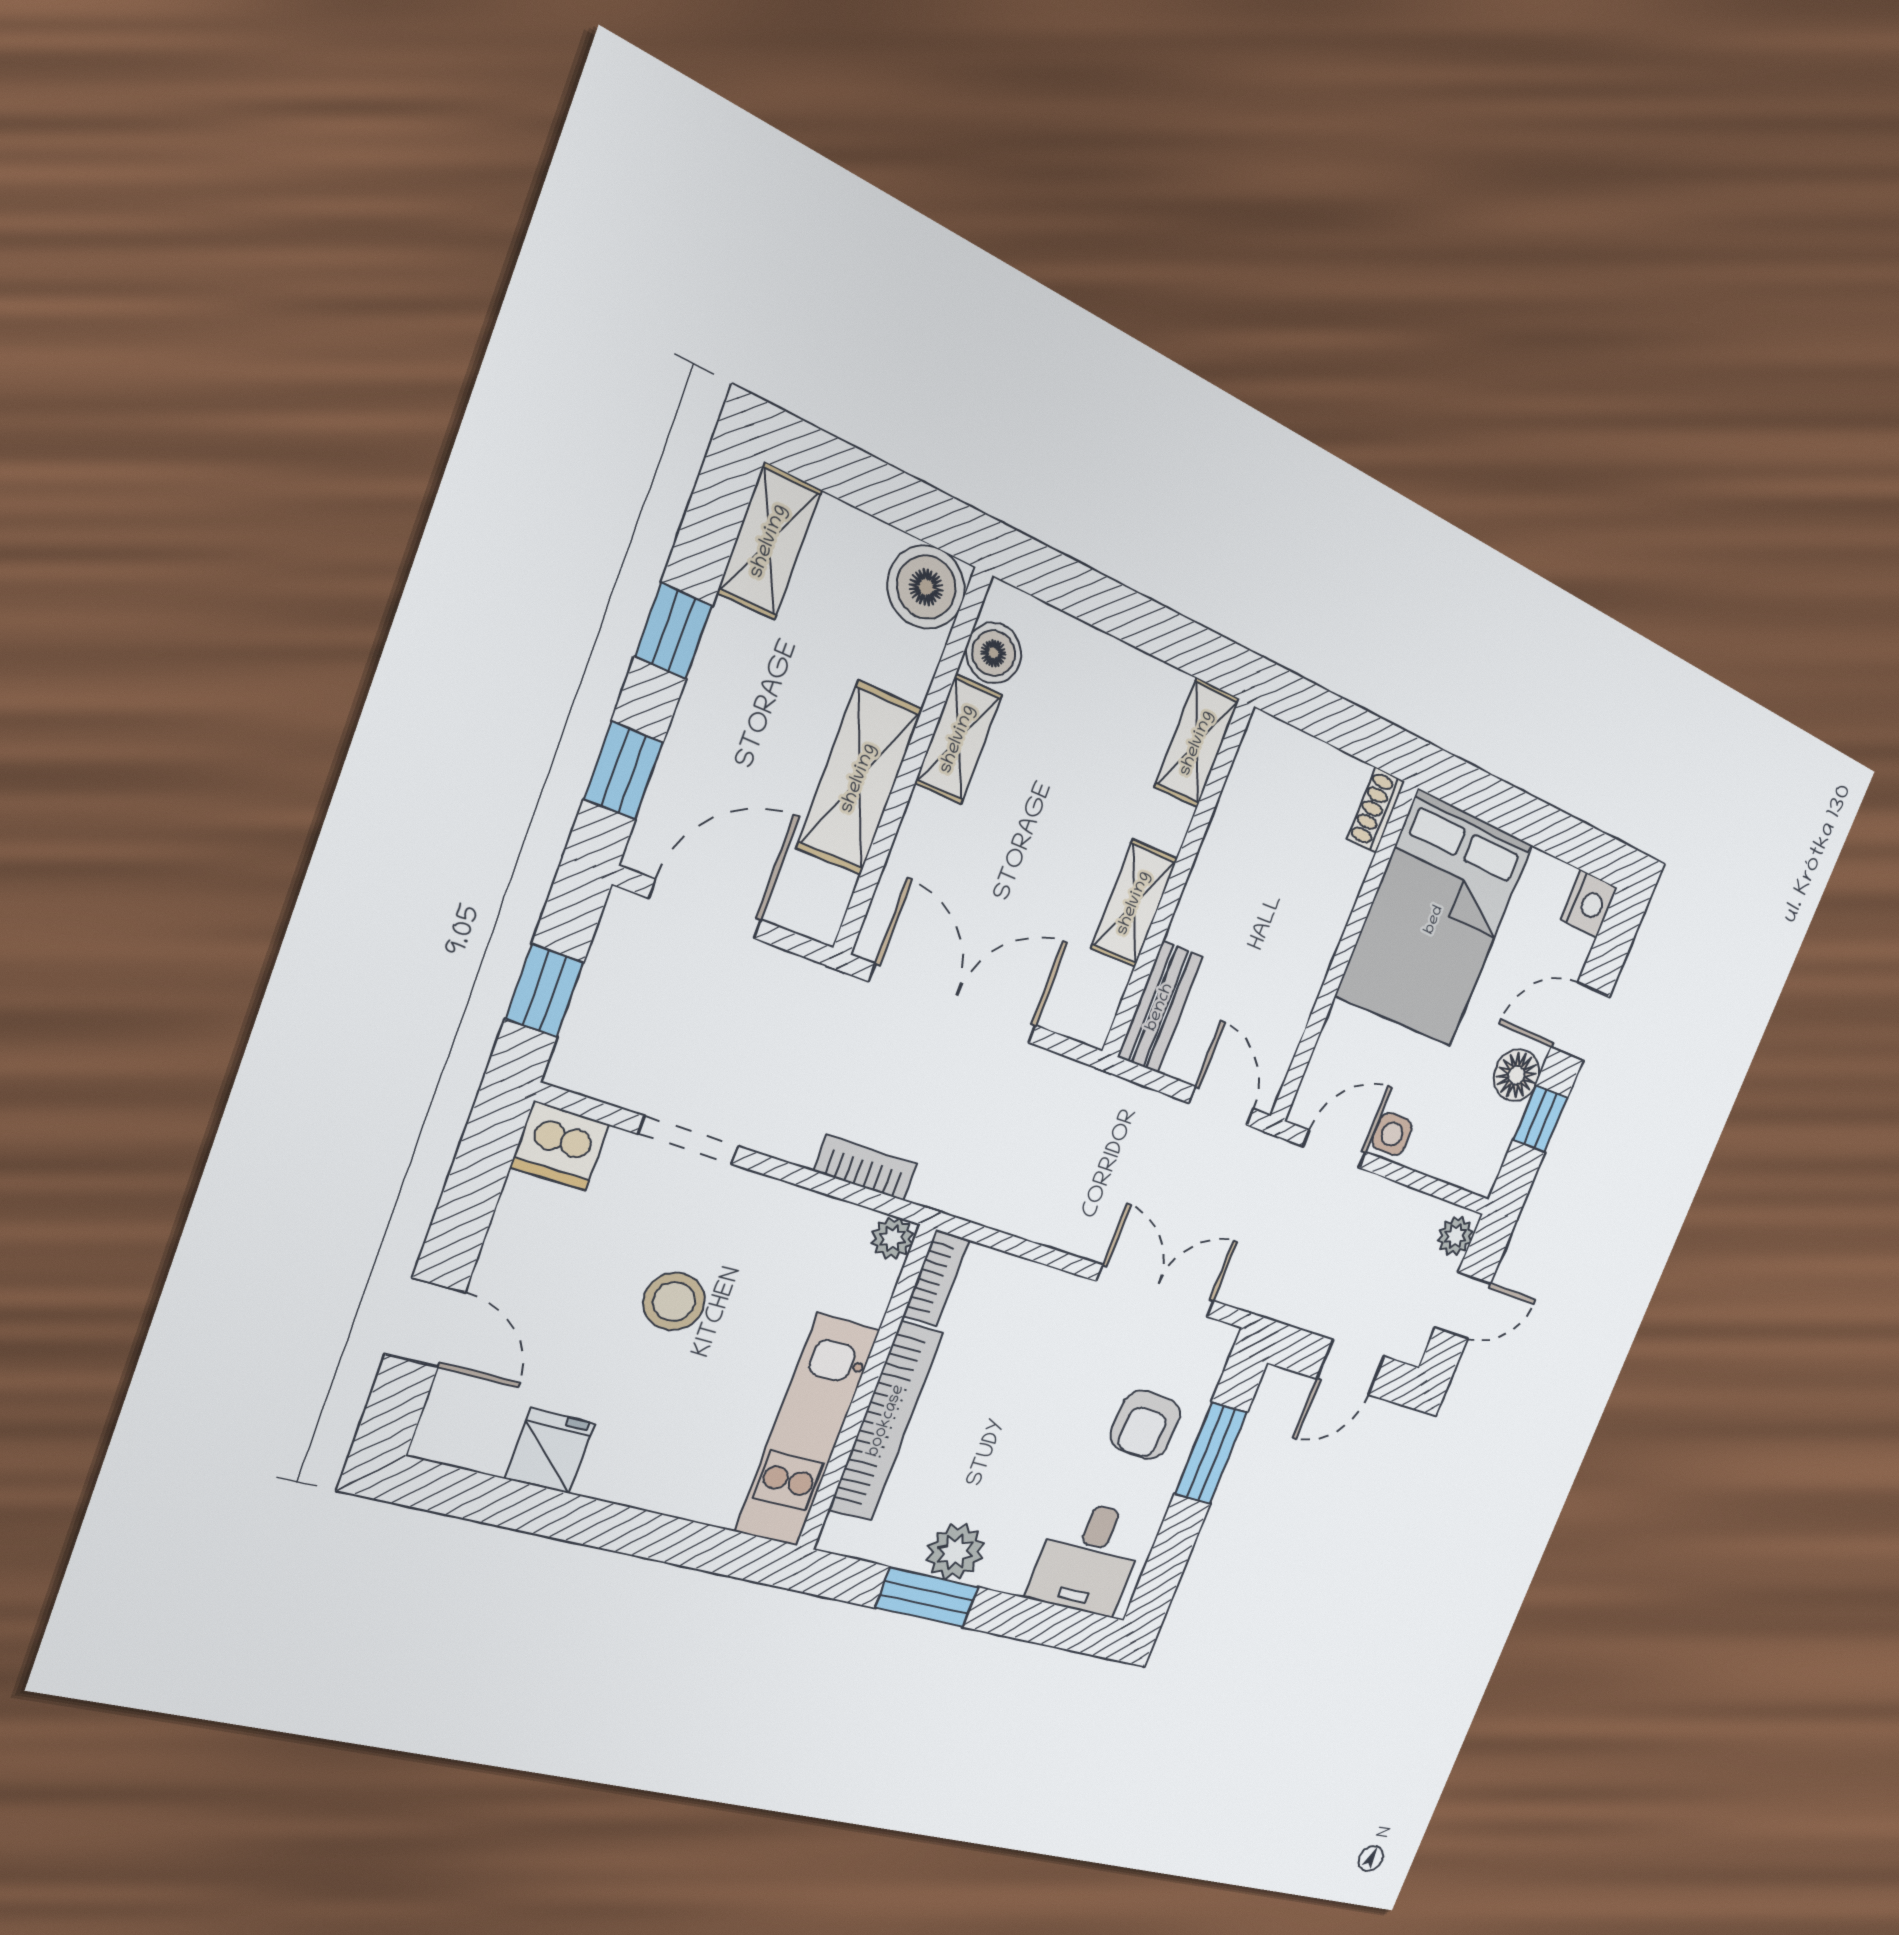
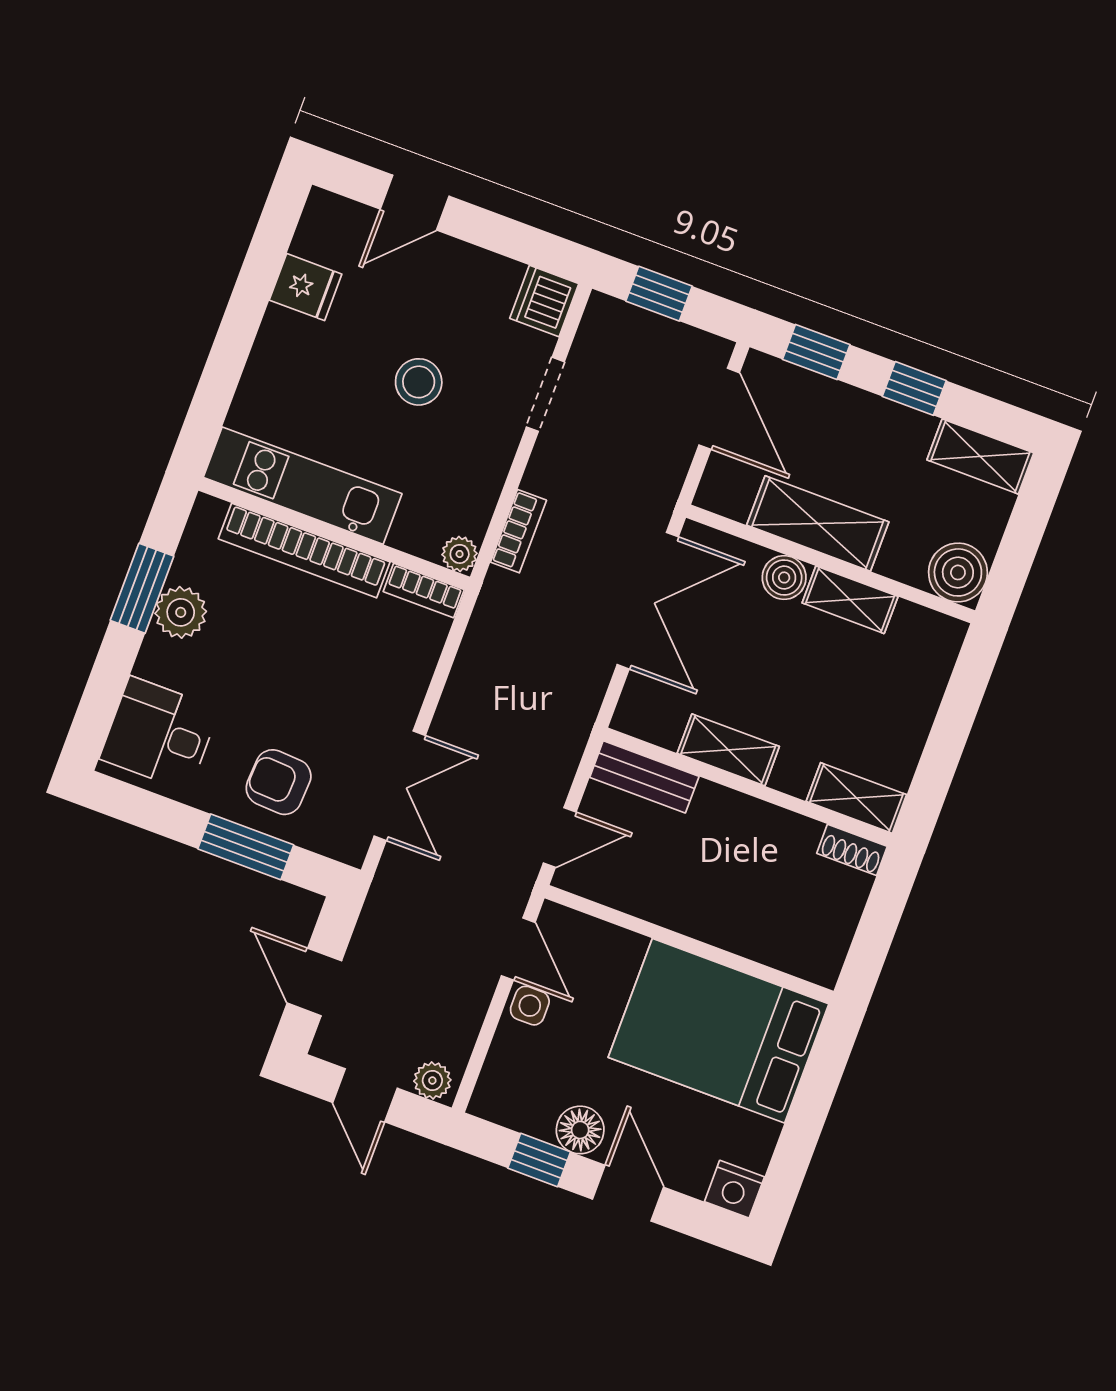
boiler: (994, 653) -> (784, 577), moved
shoe rack: (1376, 810) -> (852, 850), moved, turned 180

